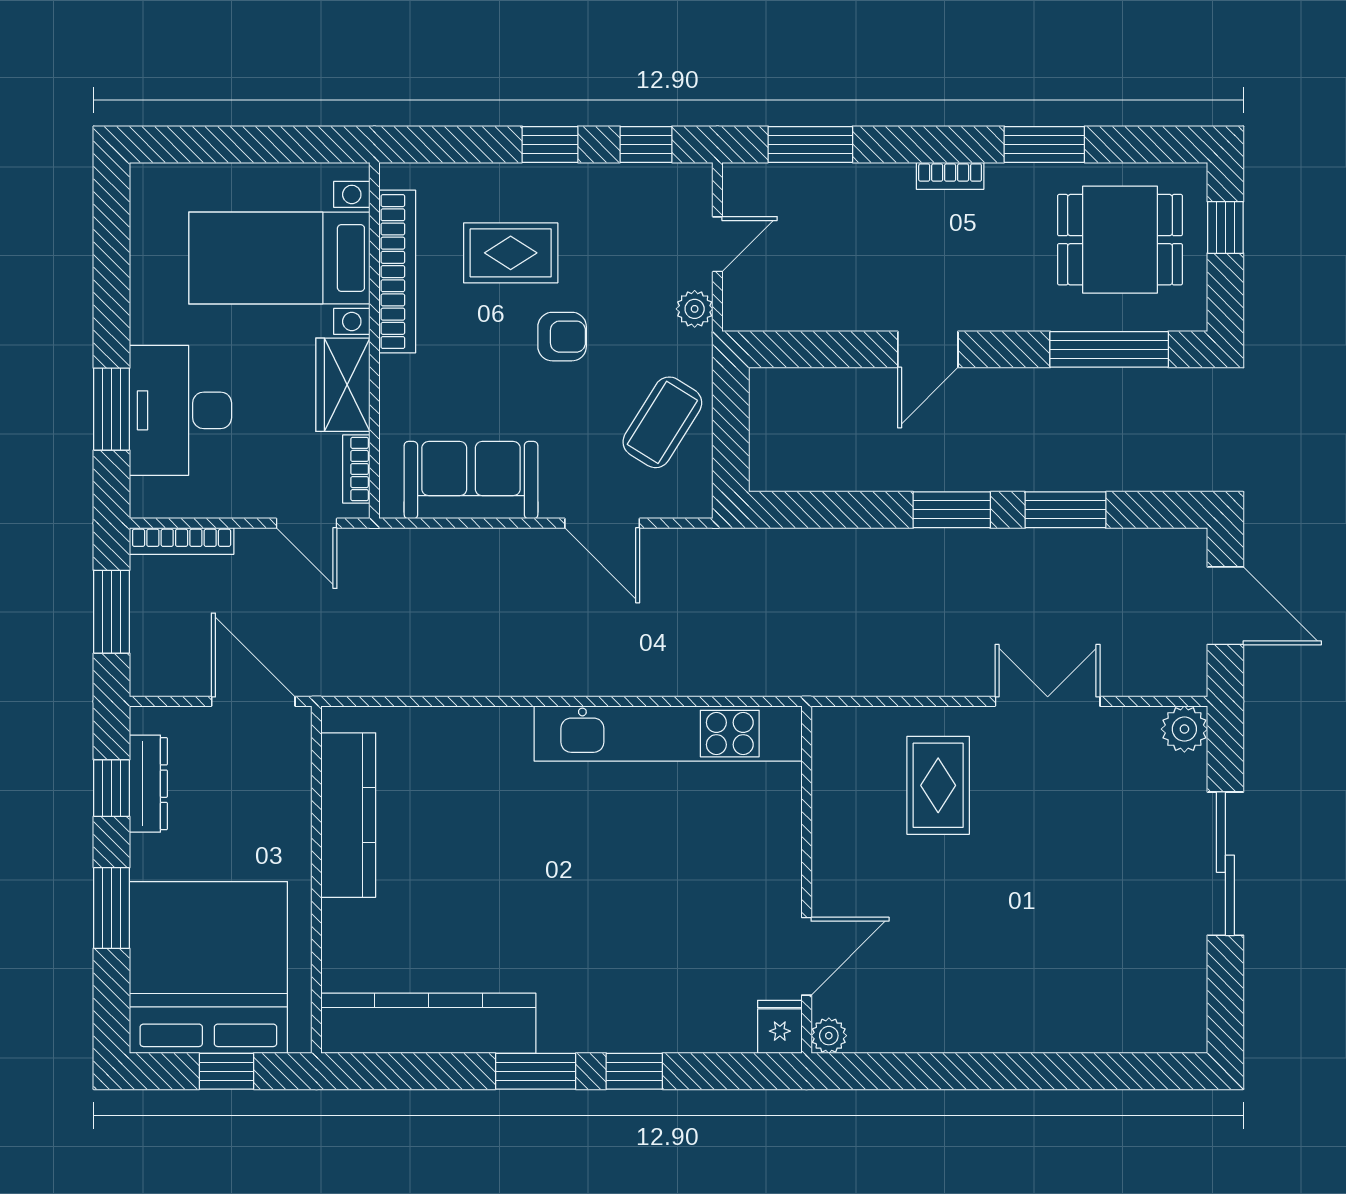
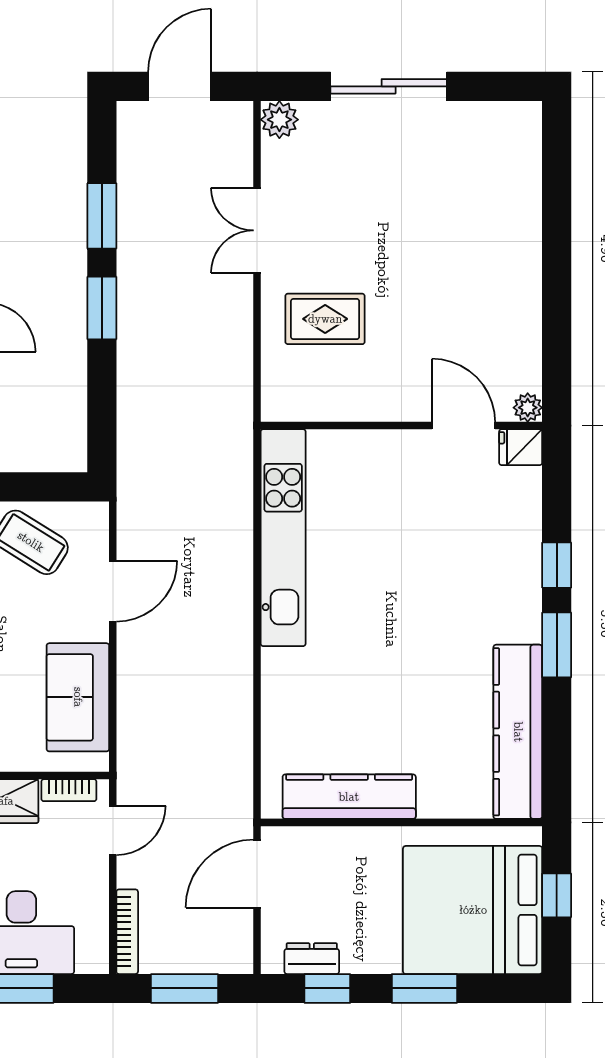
dresser: (148, 784) -> (312, 959), width x0.70

